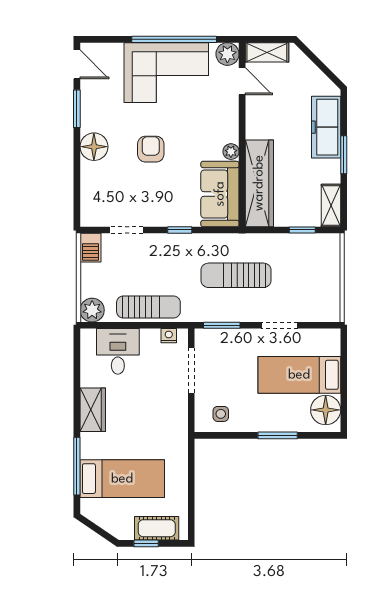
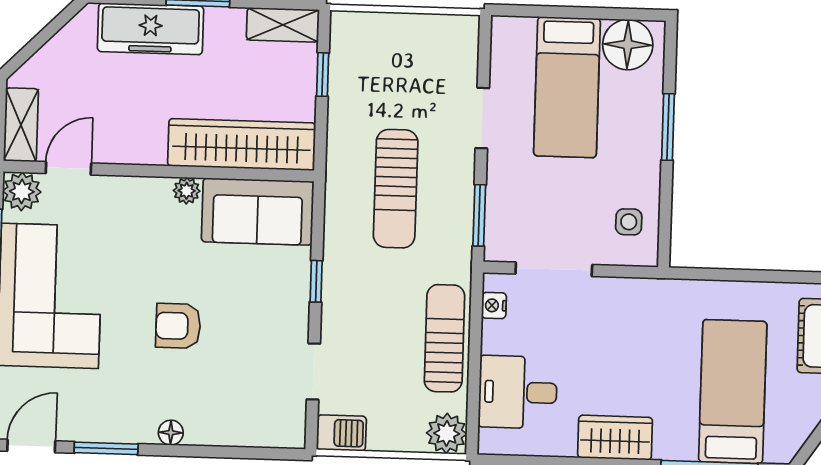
floor lamp: (94, 147) -> (171, 433), width x0.53, depth x0.53

